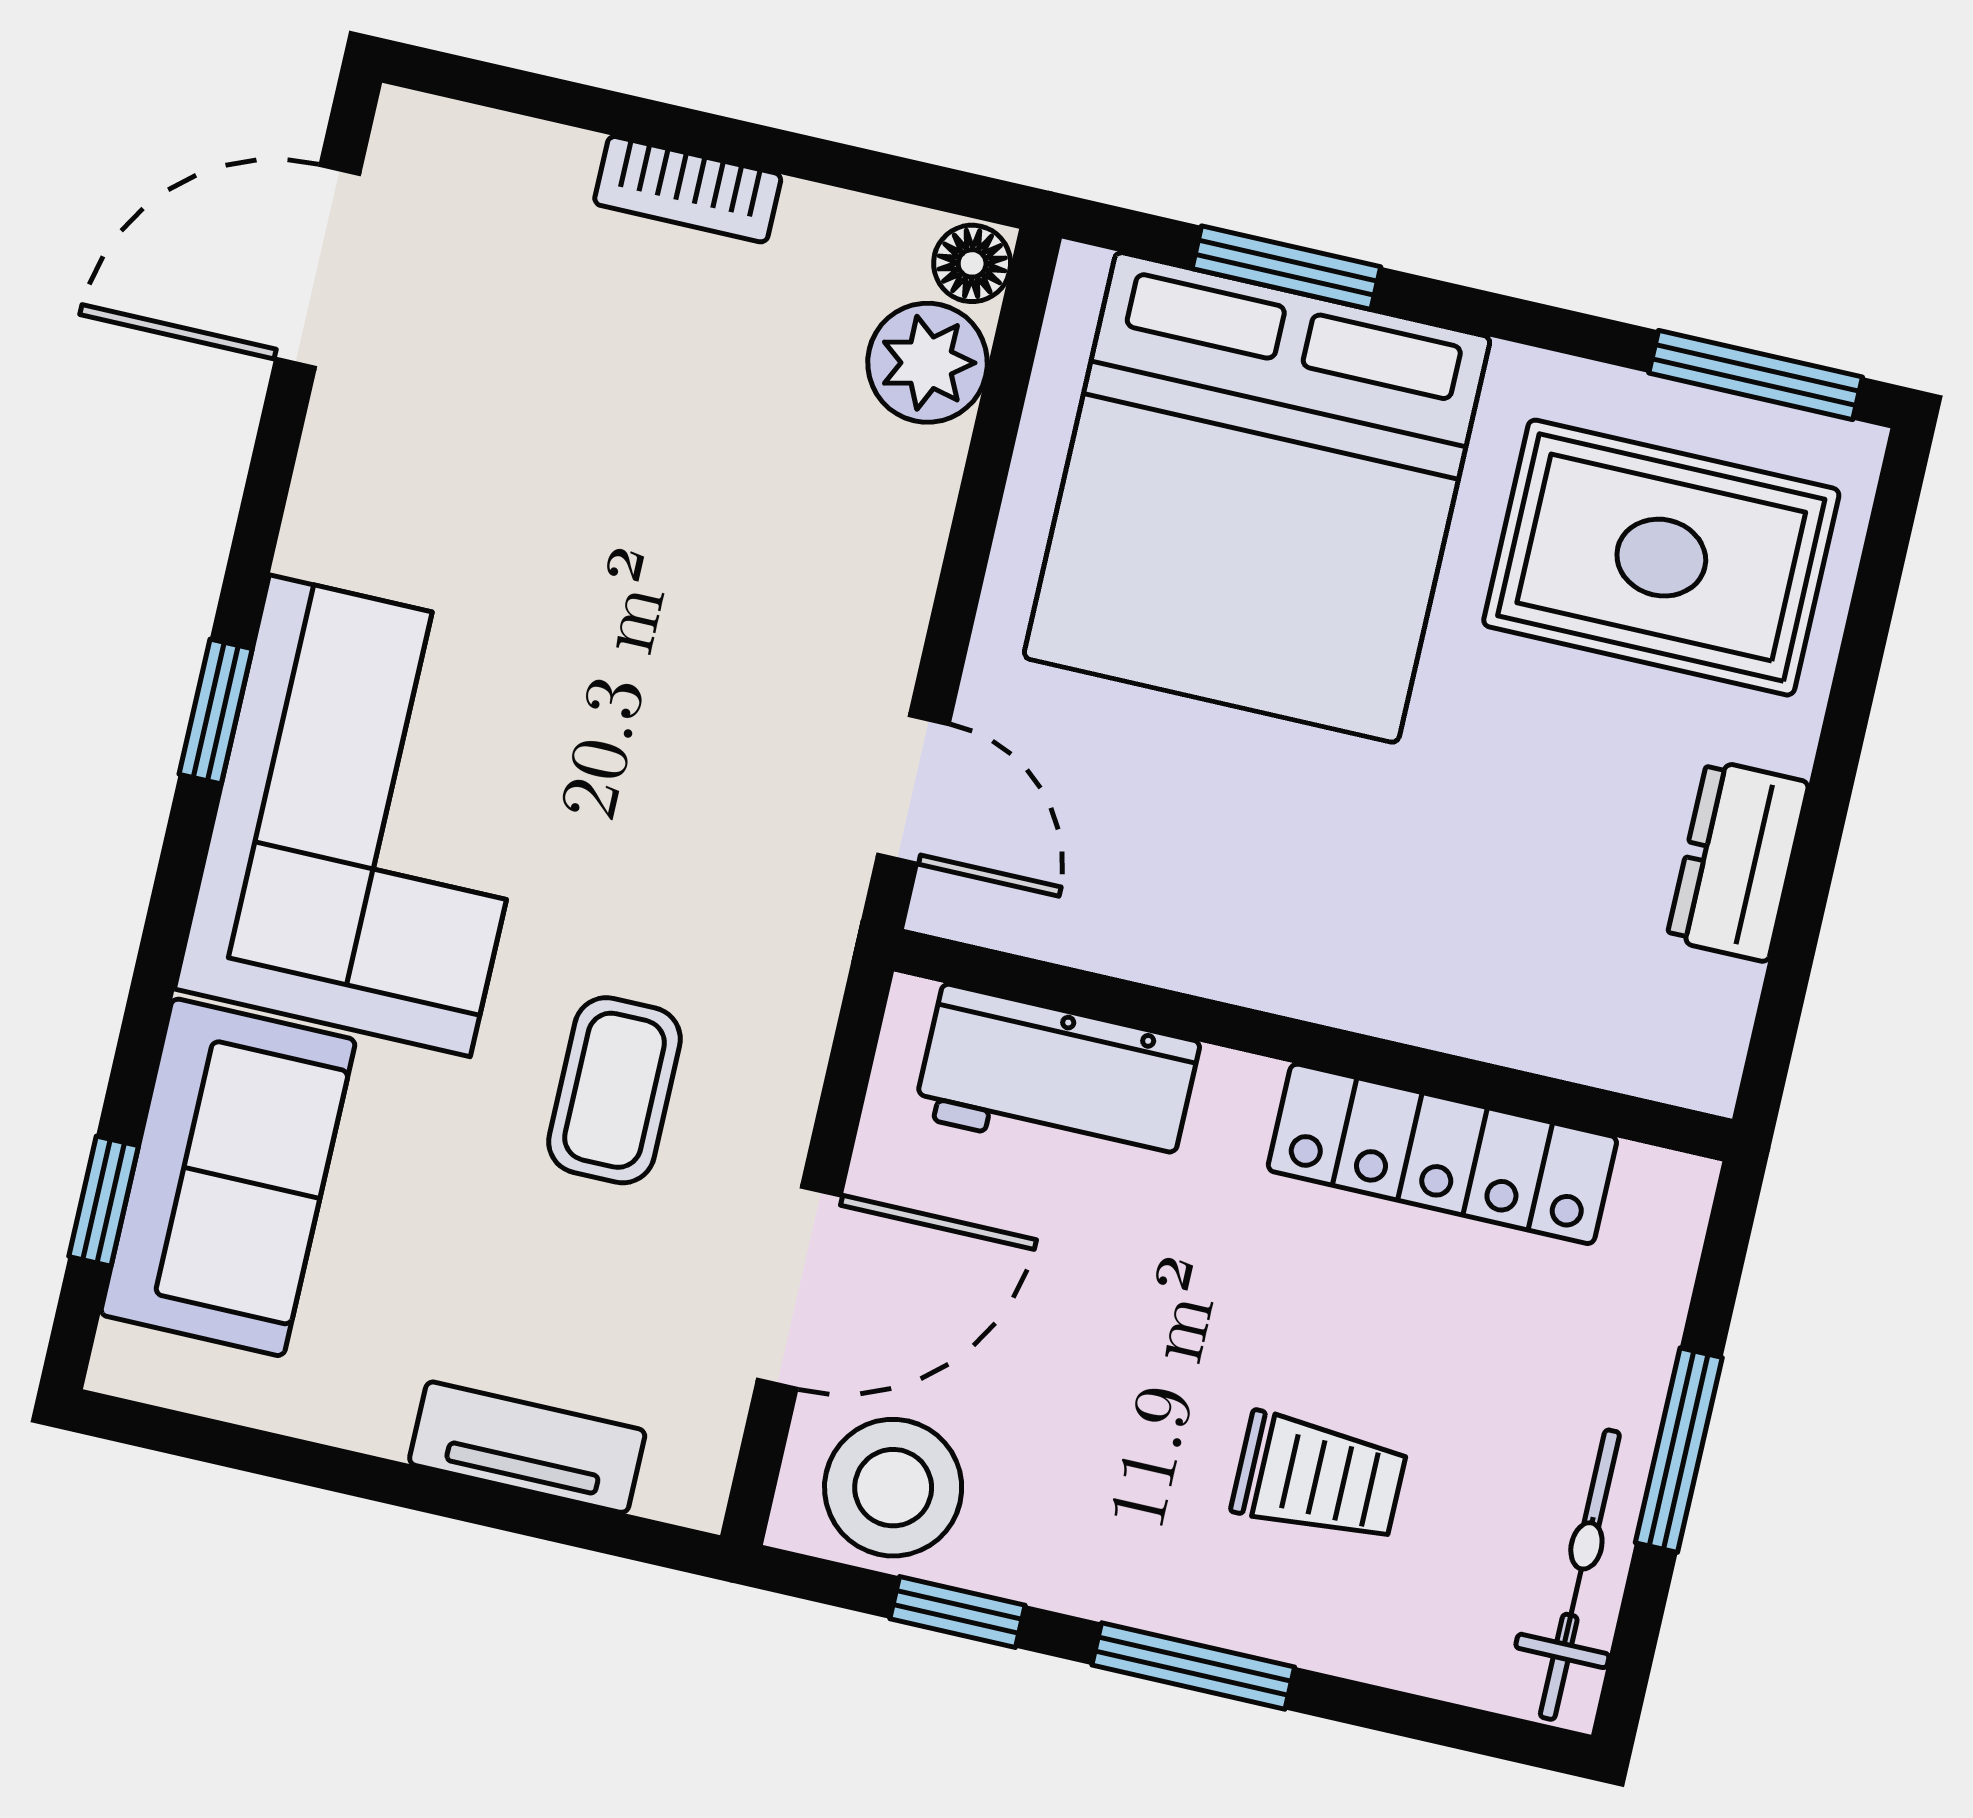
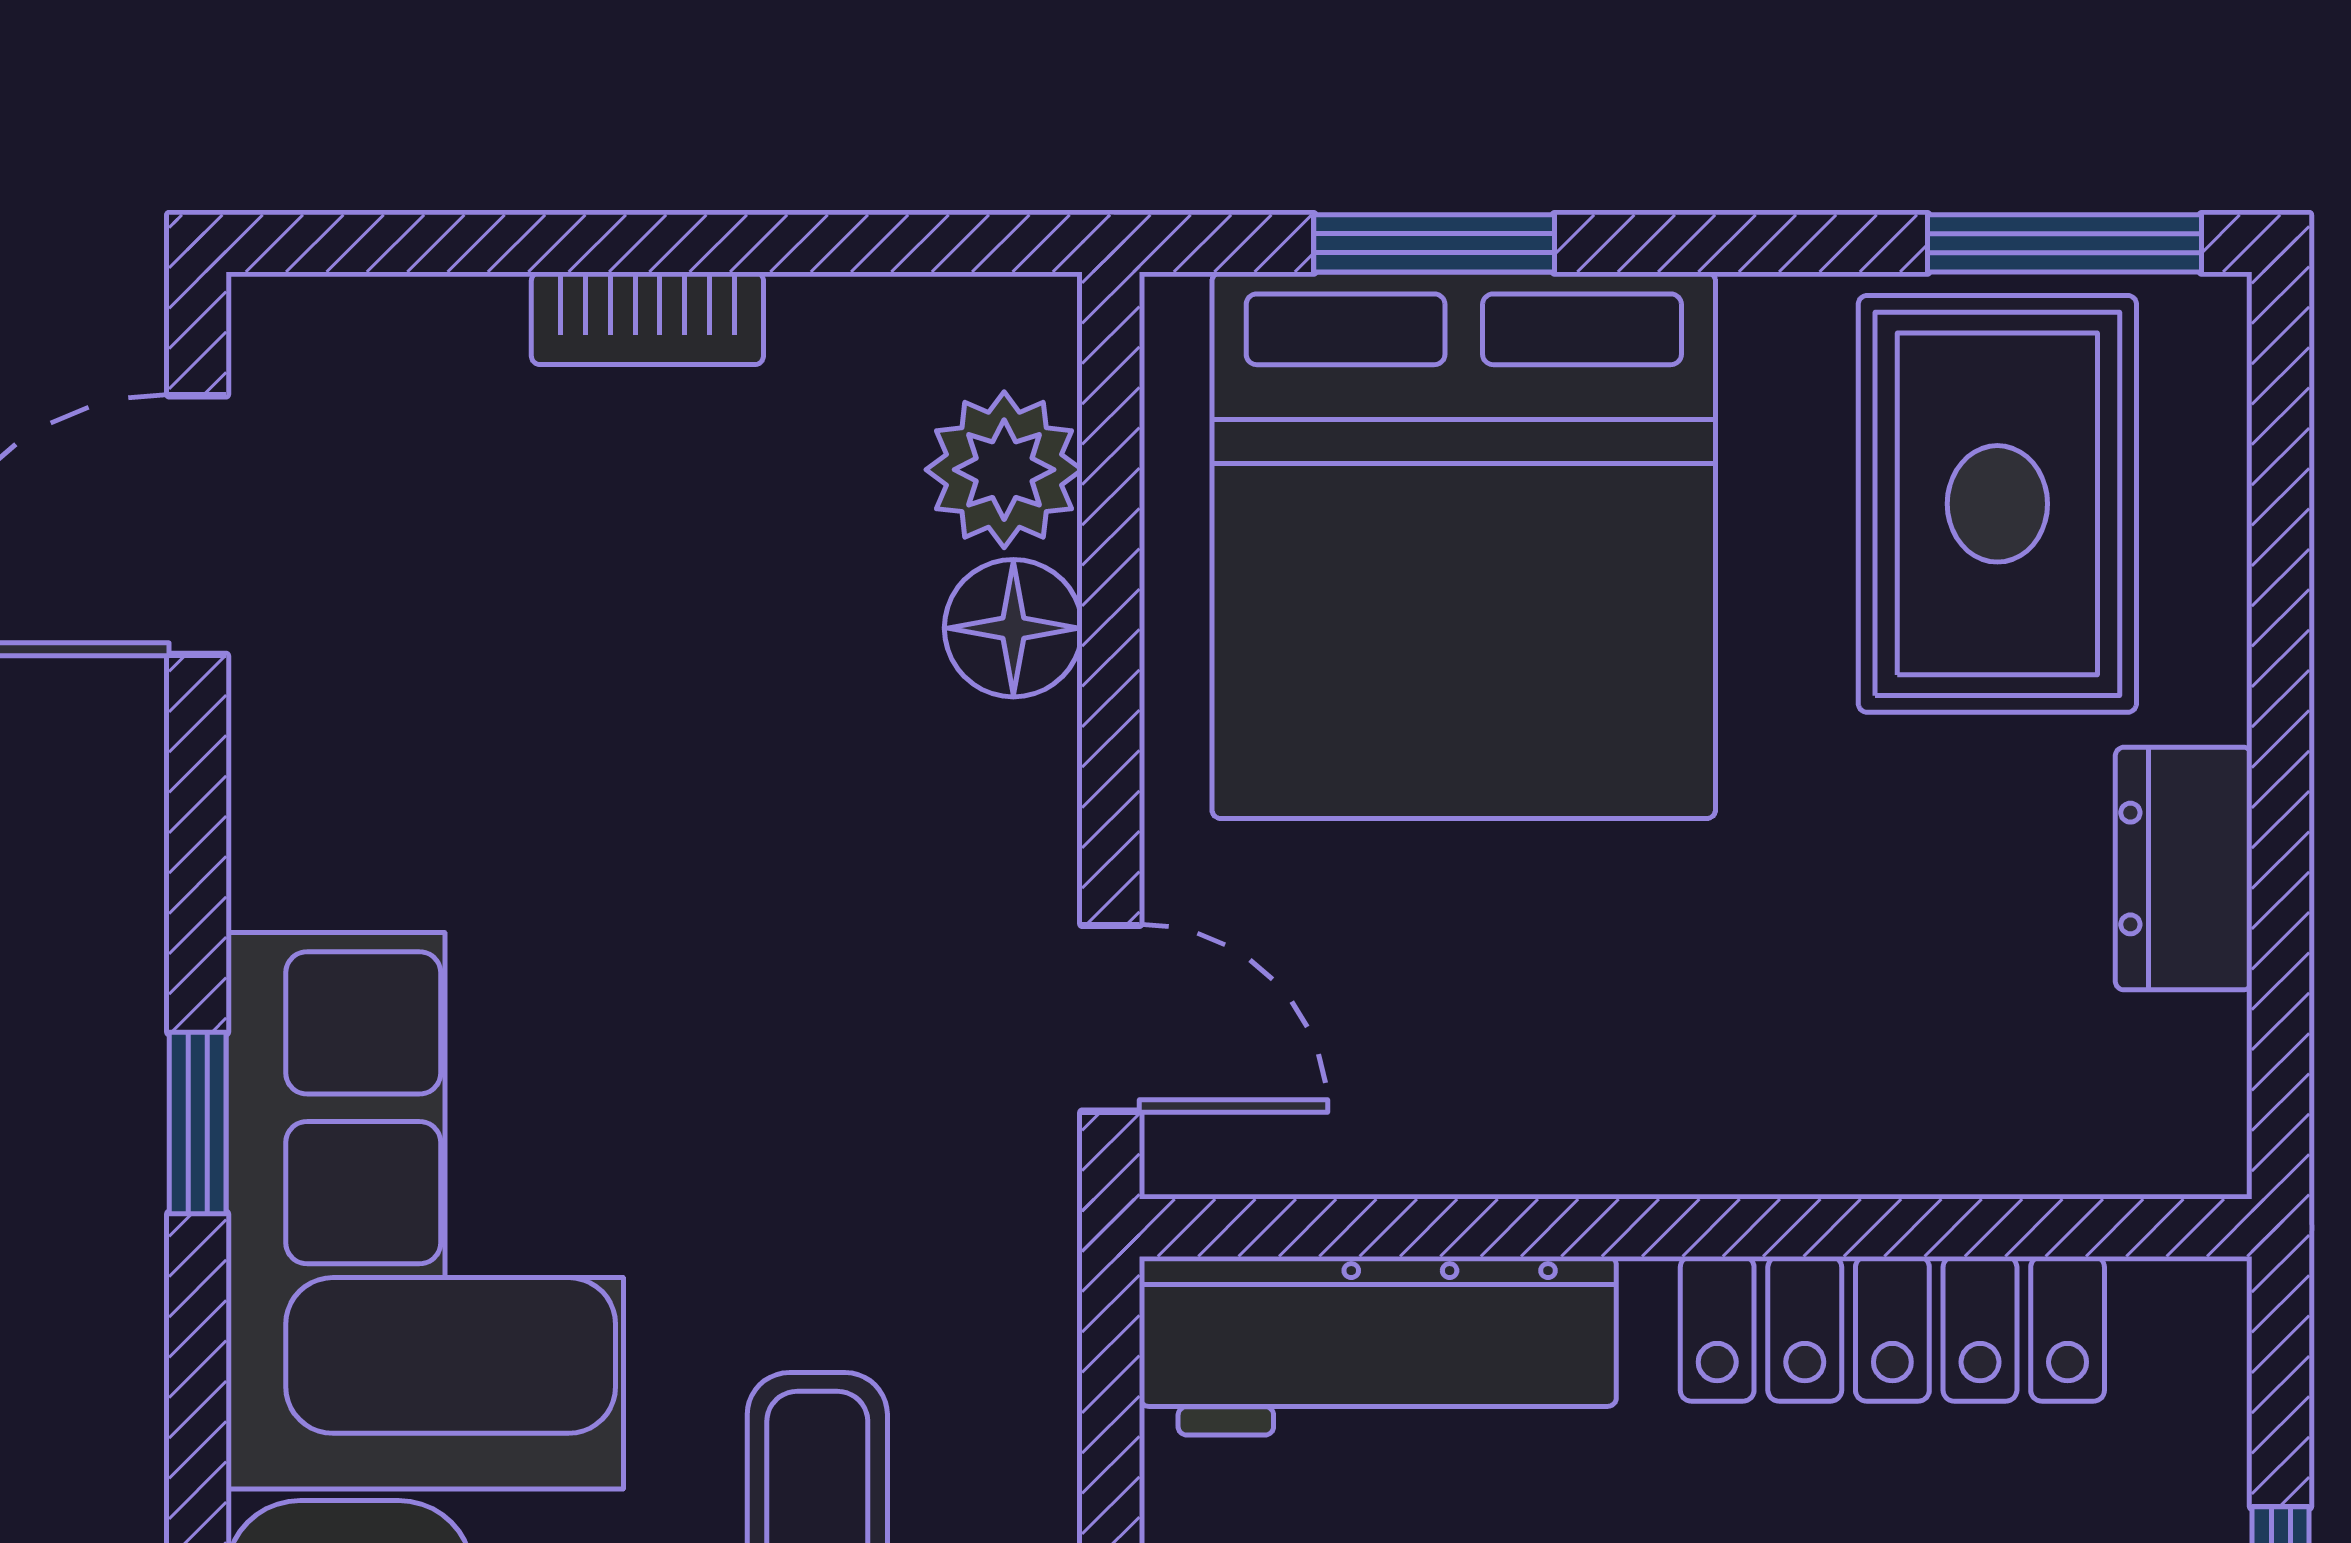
floor lamp: (972, 263) -> (1013, 628), moved, width x1.37, depth x1.37
rug: (1661, 558) -> (1997, 504), turned 90
workbench: (1057, 1079) -> (1378, 1346), width x1.38

